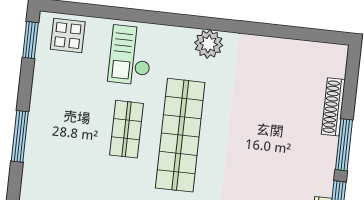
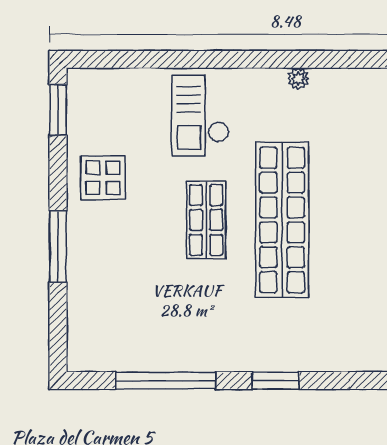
display table: (68, 35) -> (103, 178), moved
plant: (209, 44) -> (298, 79), width x0.53, depth x0.53

